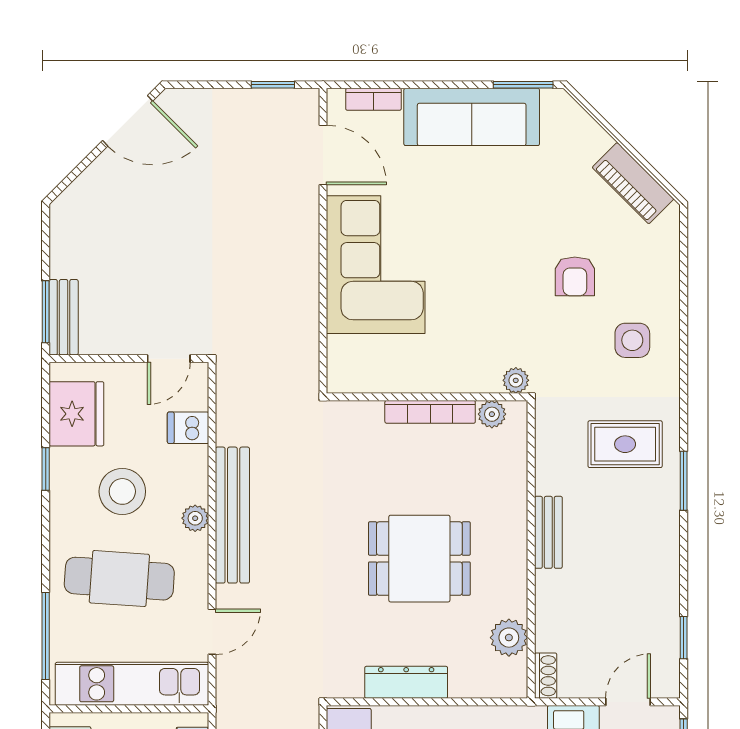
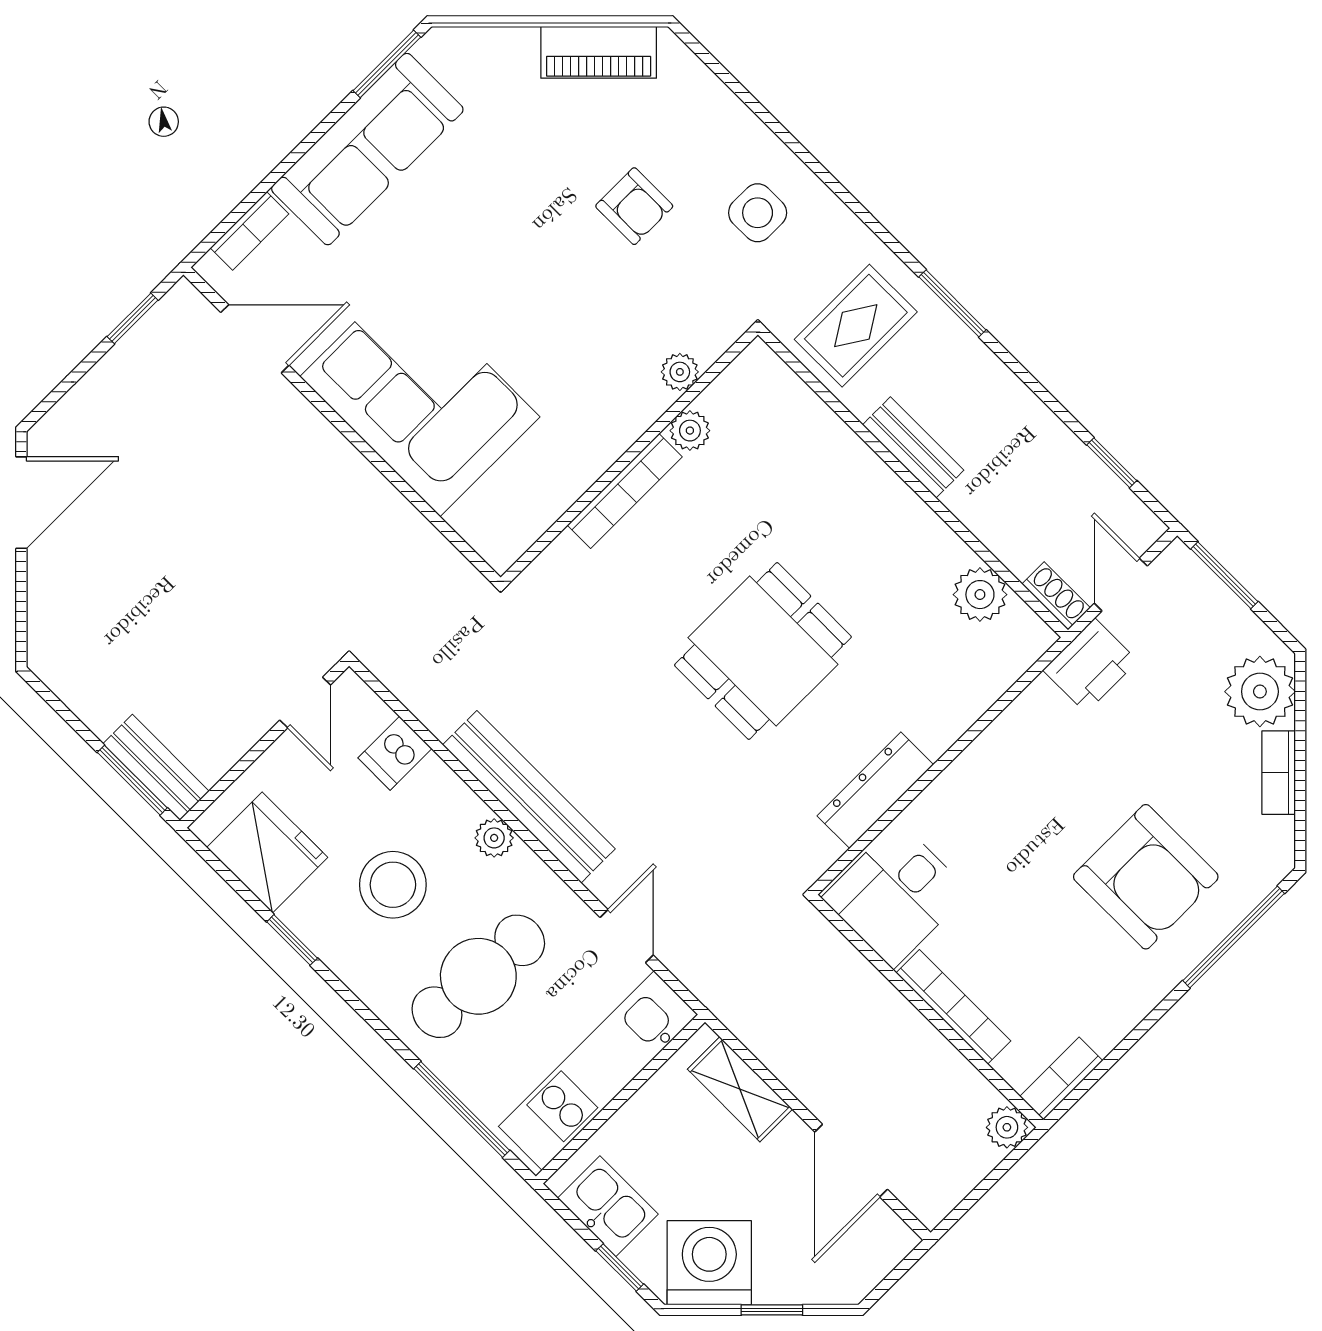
bench: (548, 532) -> (913, 447), moved
wall: (531, 549) -> (913, 482), moved
plant: (509, 638) -> (980, 595), moved
shoe rack: (546, 676) -> (1056, 596), moved

